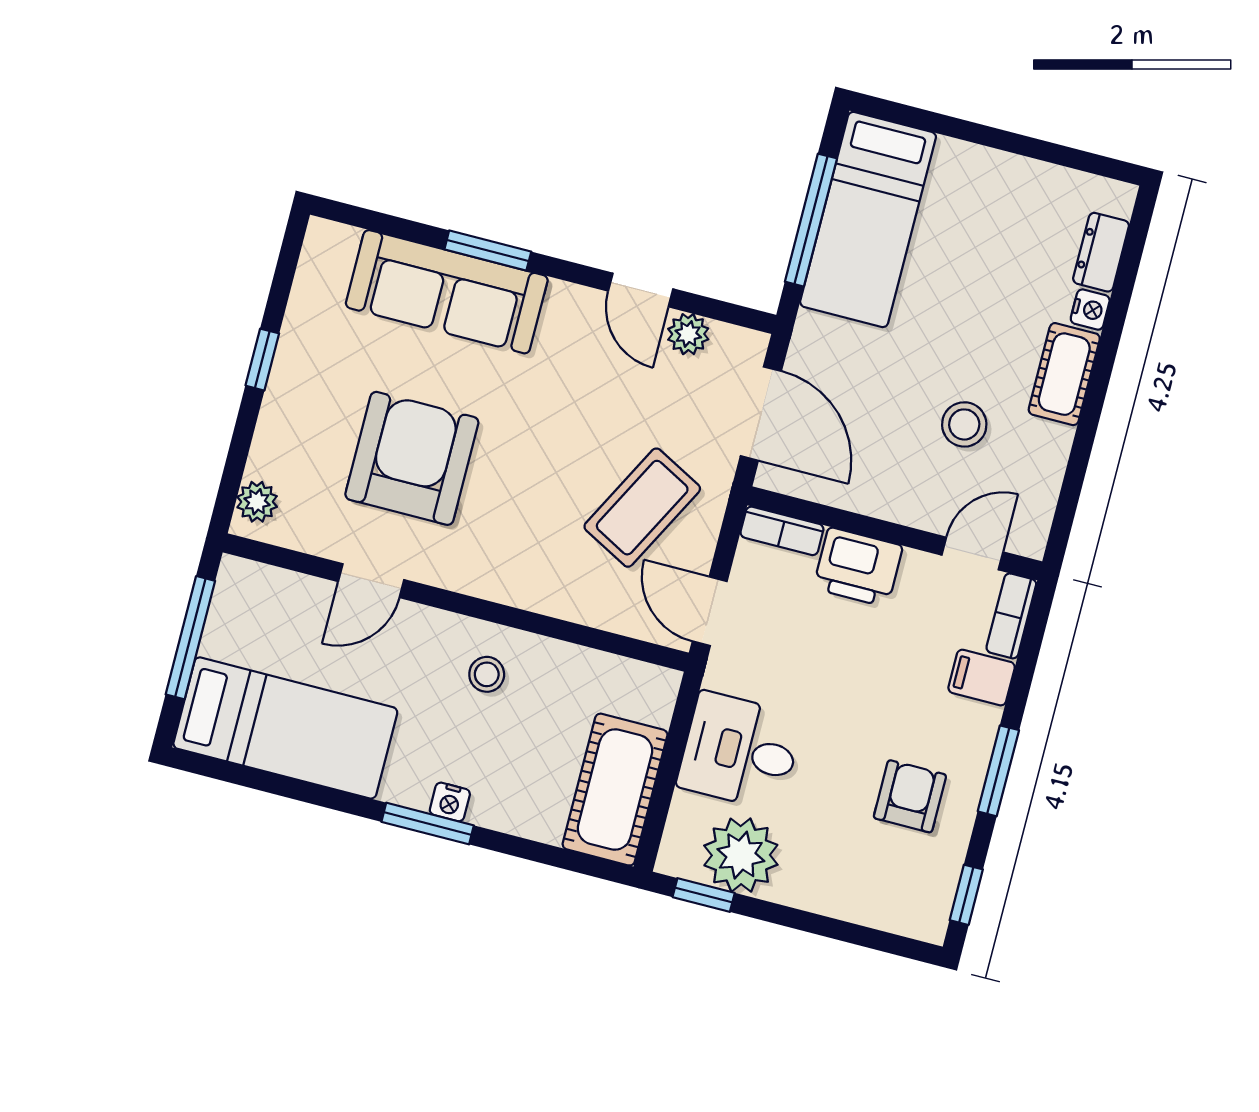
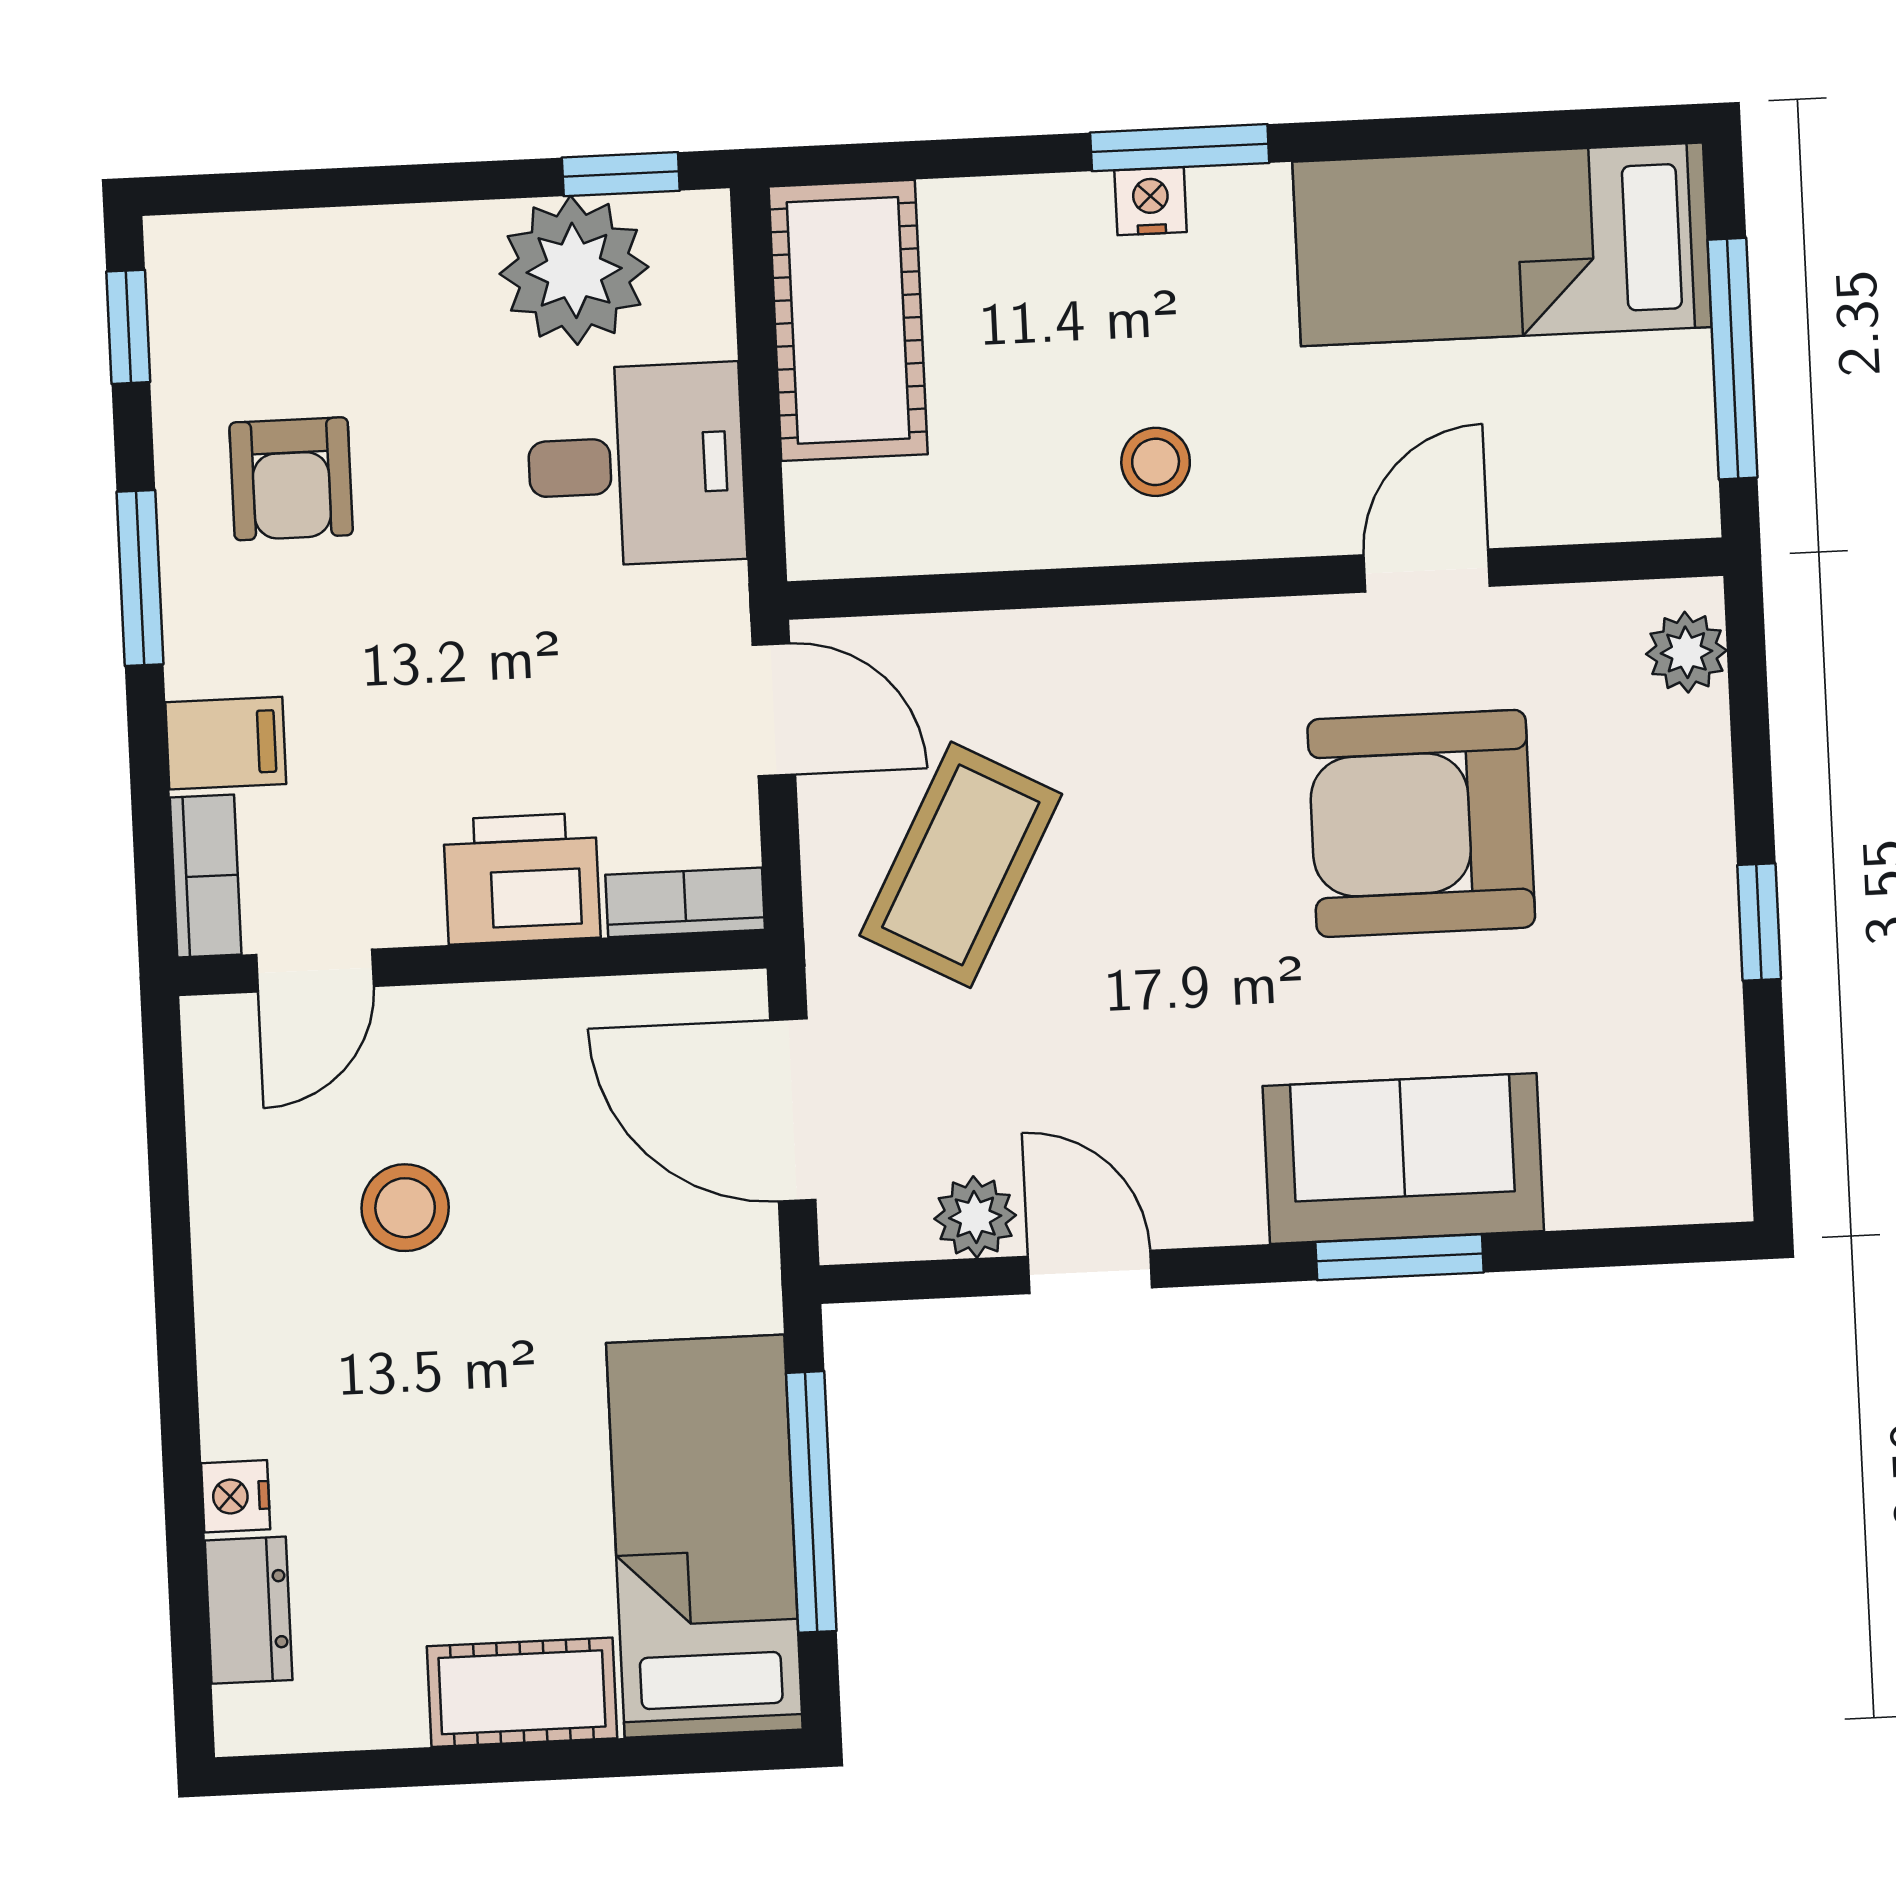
sofa: (447, 292) -> (1403, 1159), width x0.73
cot: (1064, 374) -> (522, 1692), moved, turned 90
armchair: (412, 458) -> (1421, 823), turned 90

